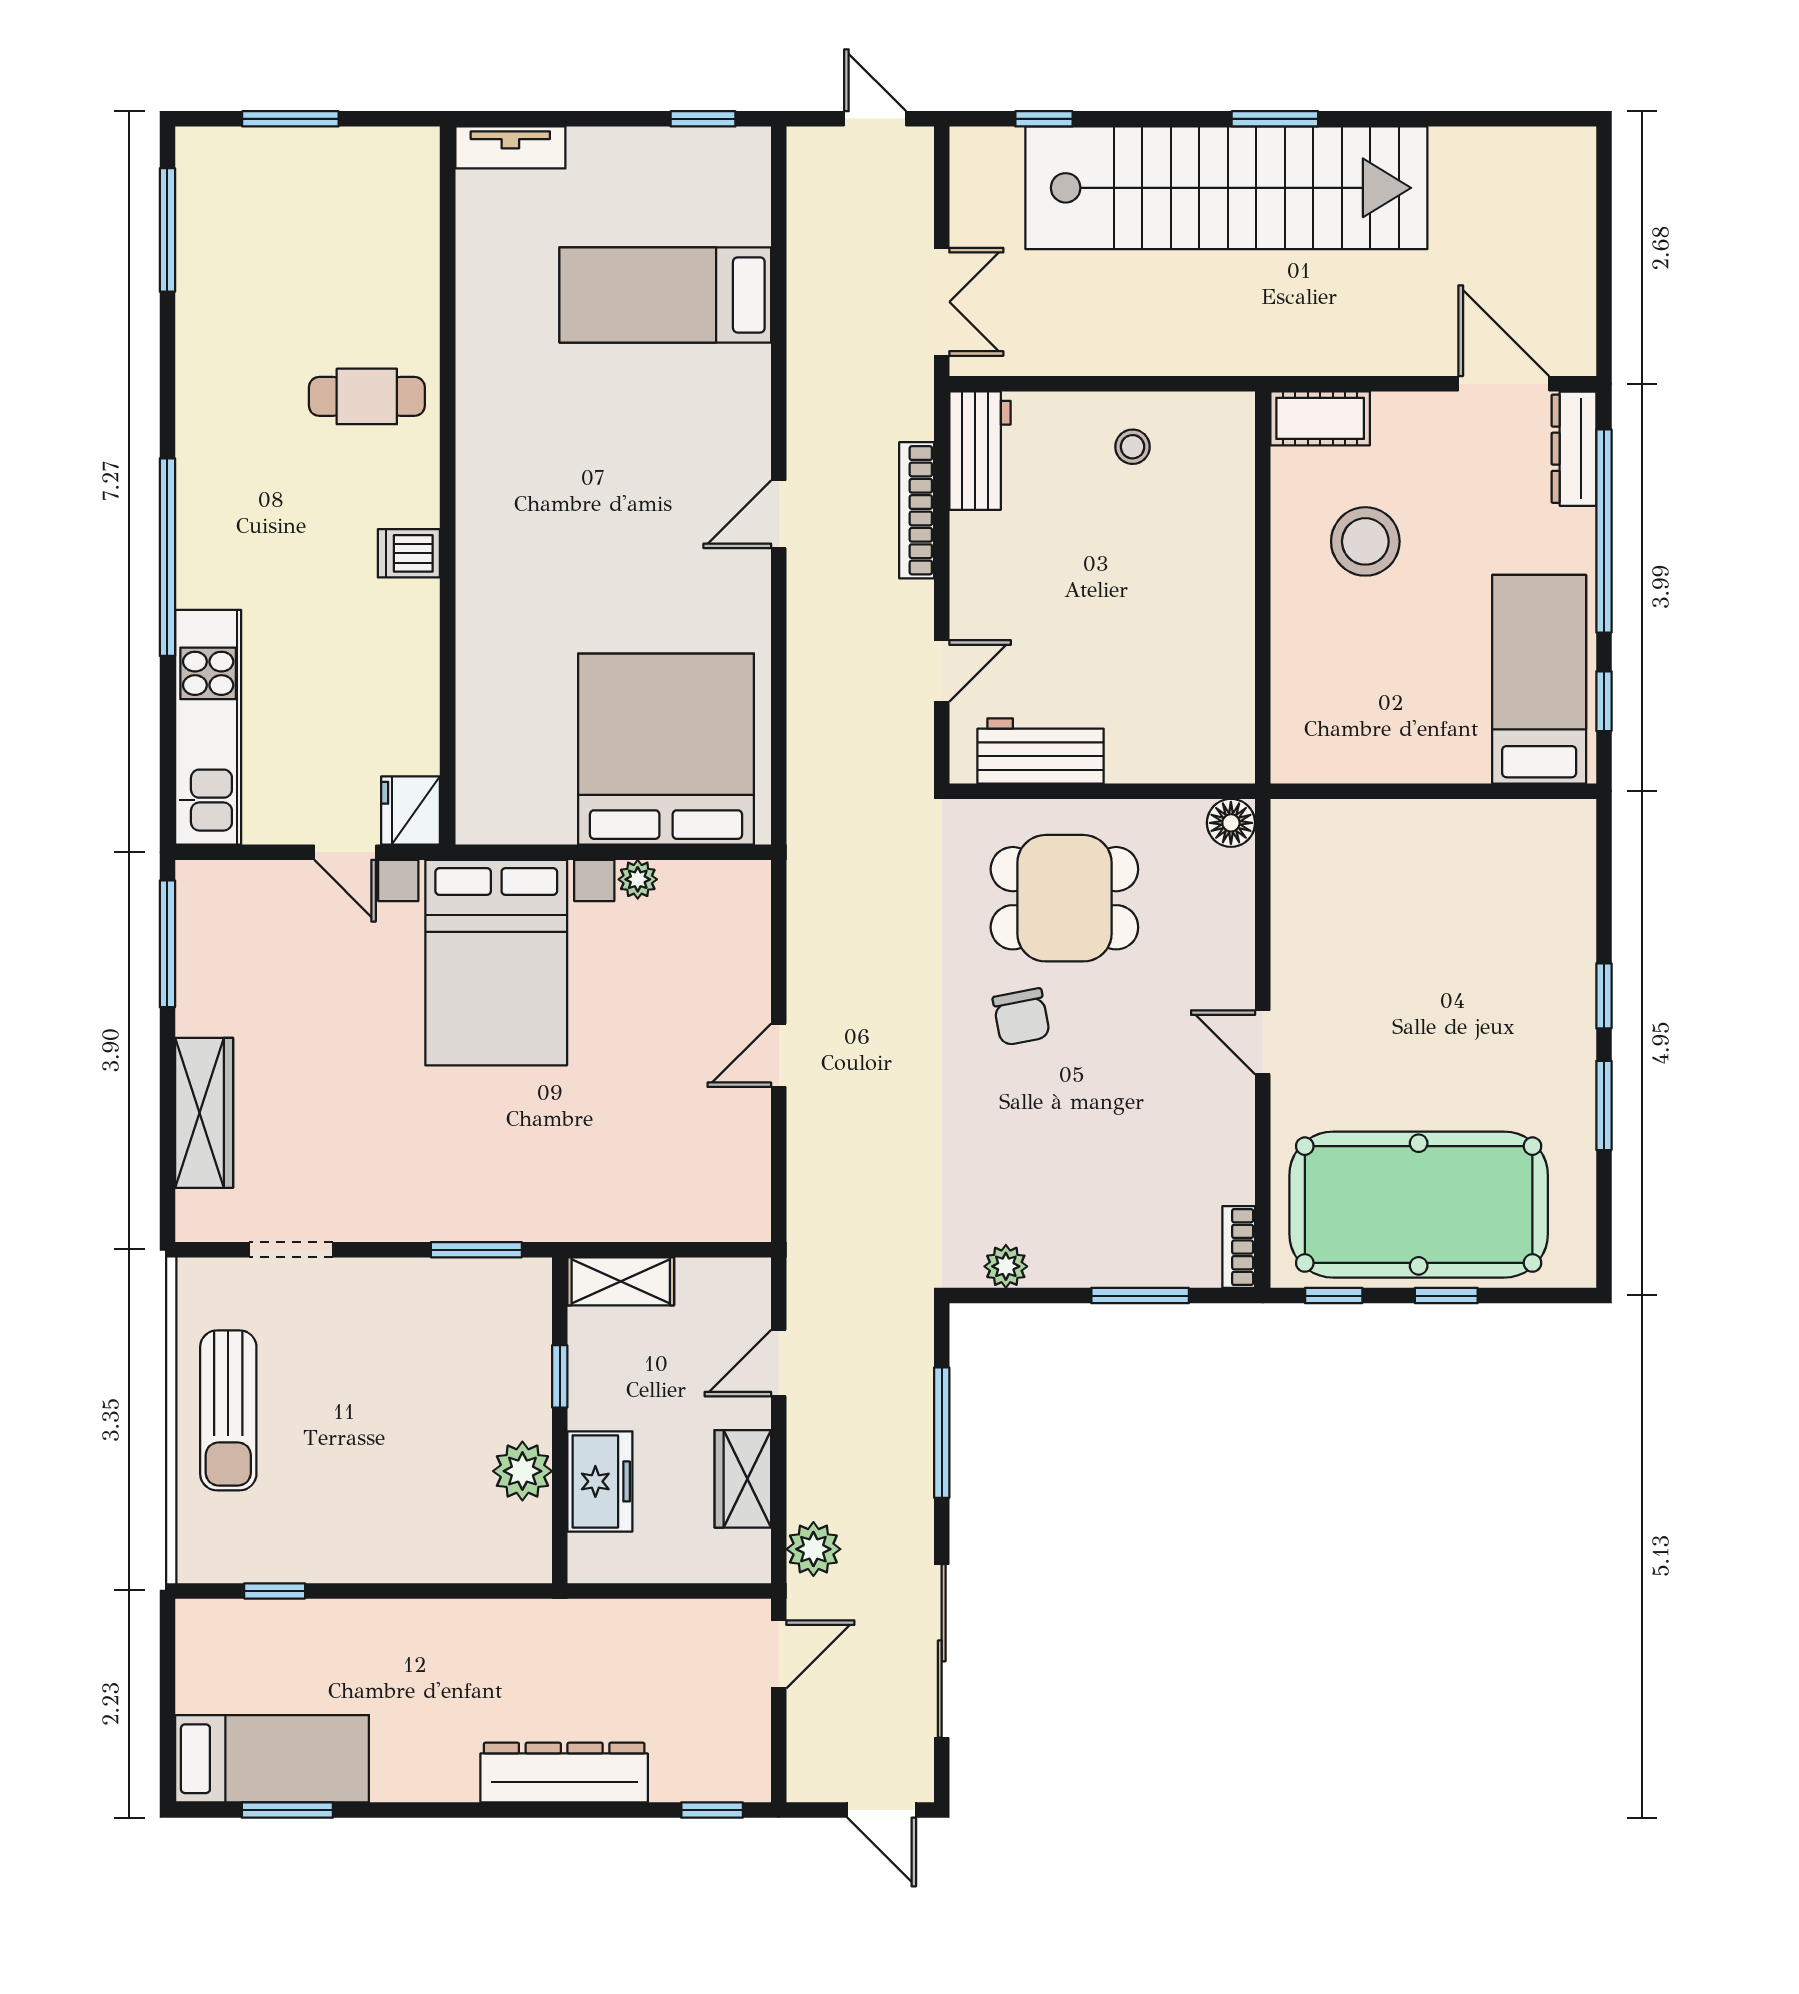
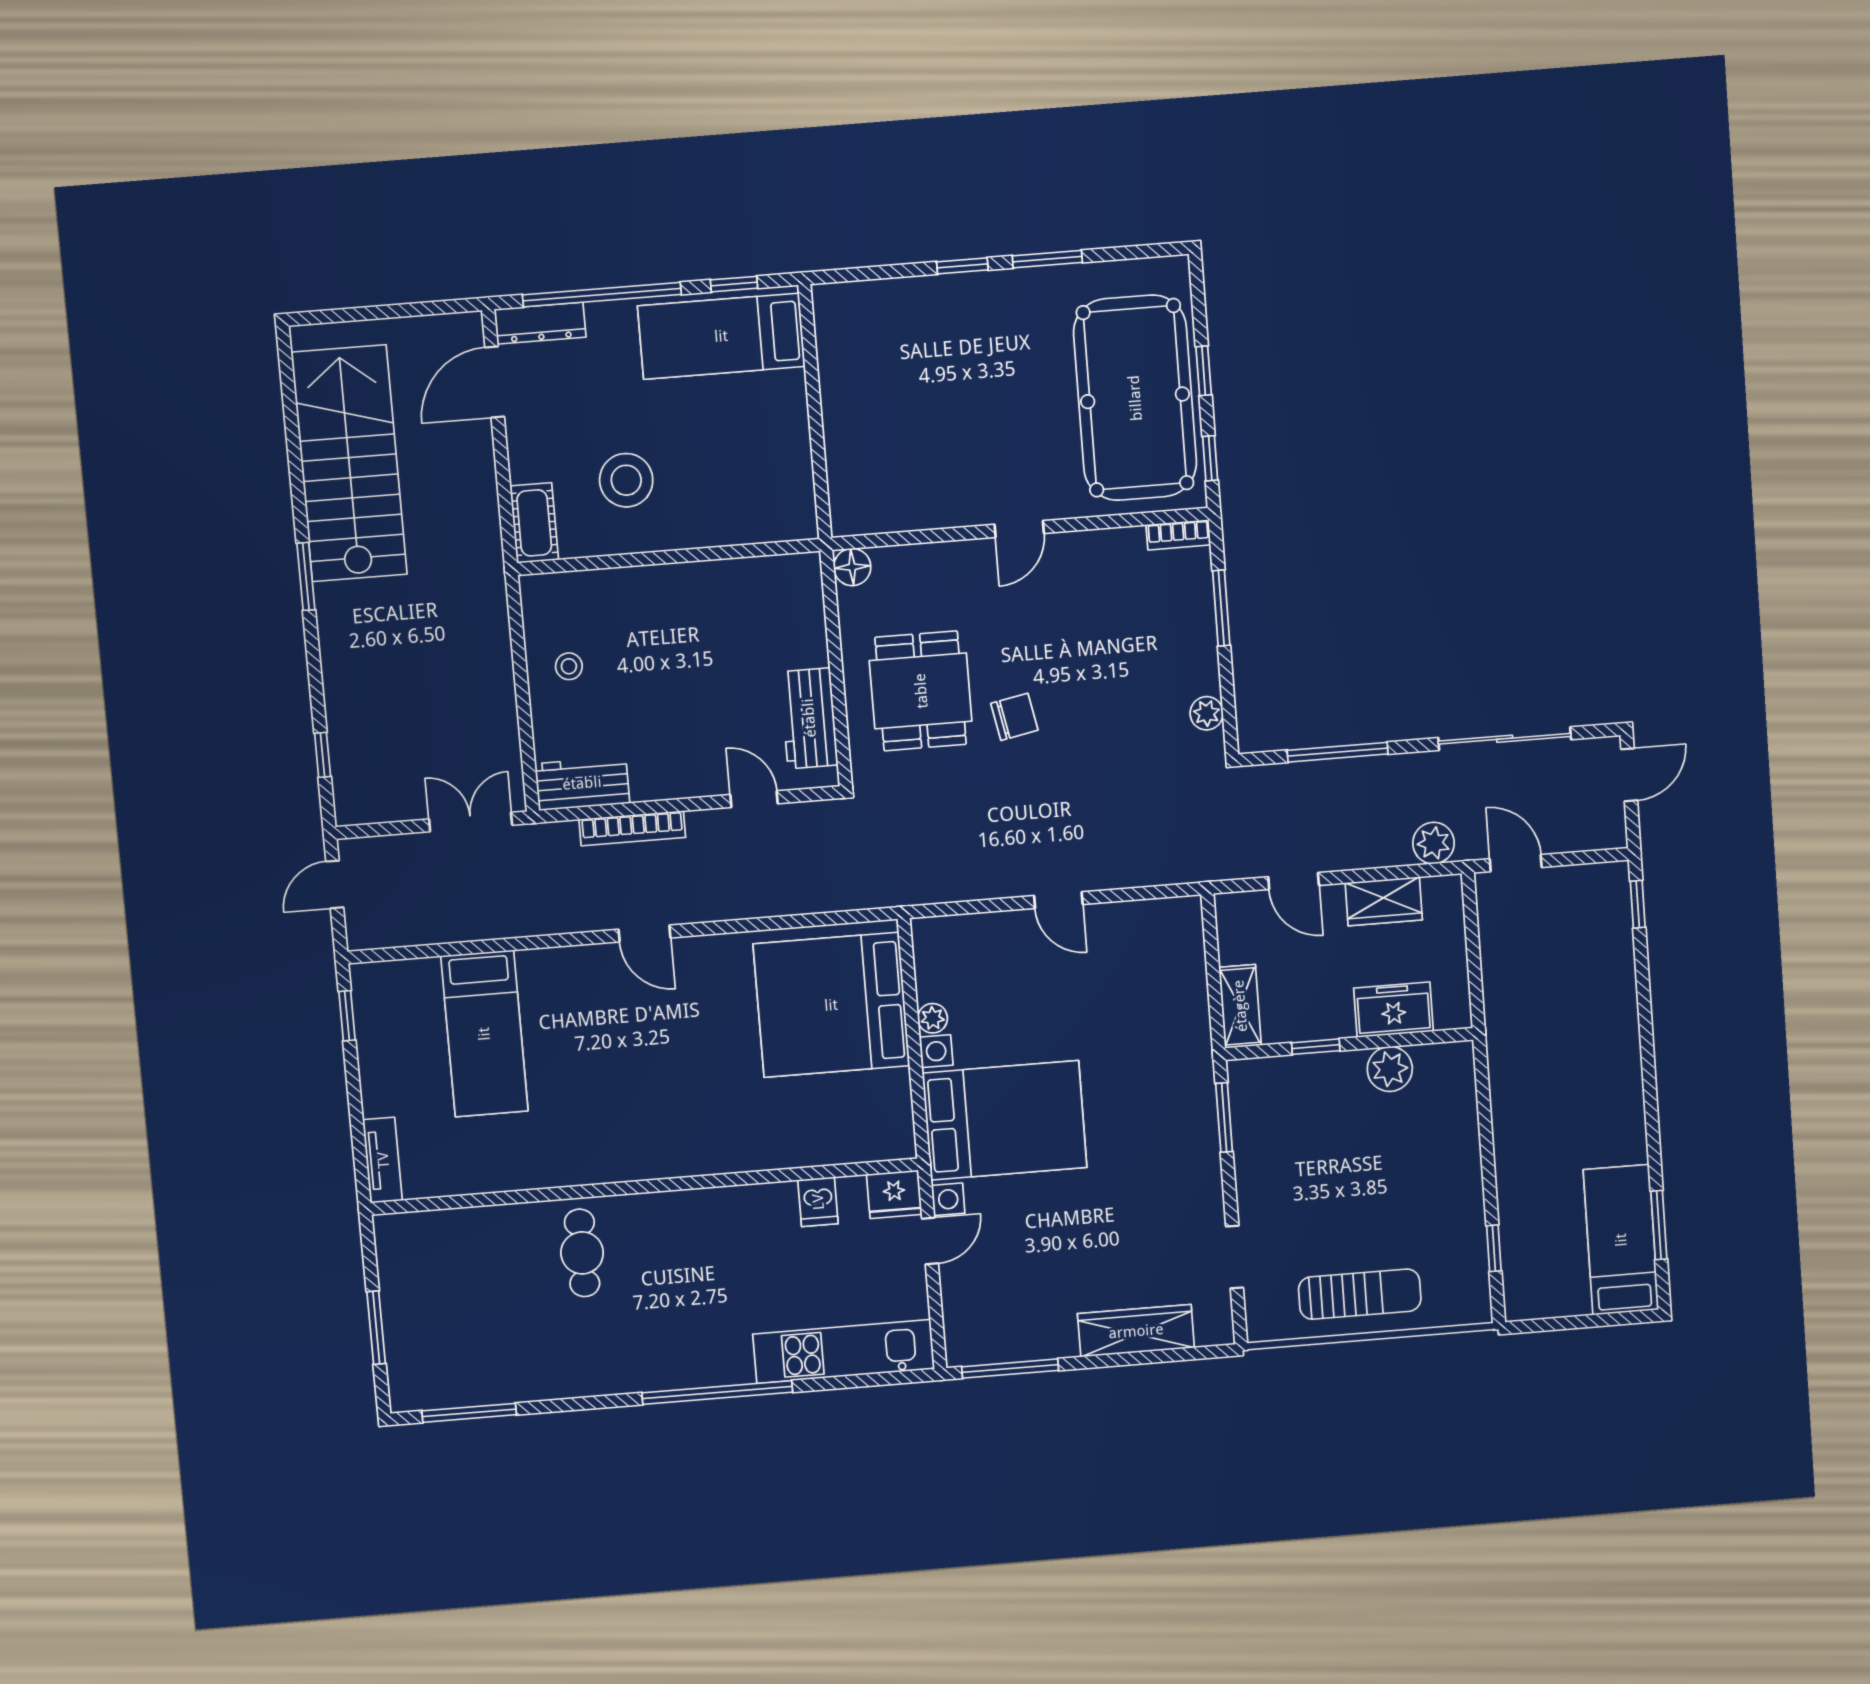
stairs: (1226, 188) -> (349, 463), moved, width x0.73
dishwasher: (409, 553) -> (818, 1202), moved
dresser: (564, 1773) -> (1617, 1019), removed

